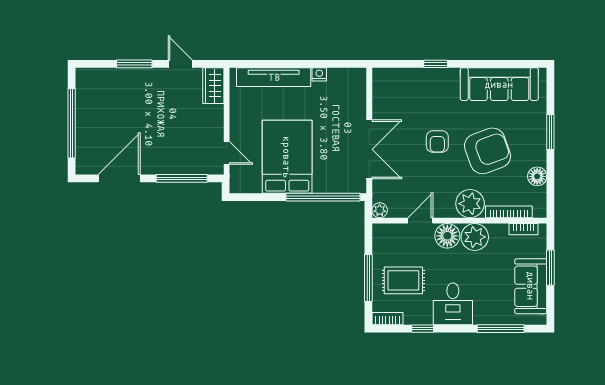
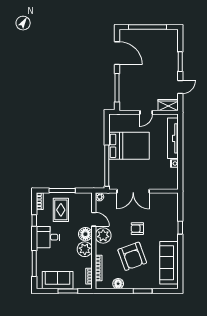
door: (227, 153) -> (146, 112), moved
plant: (470, 204) -> (103, 236), moved

